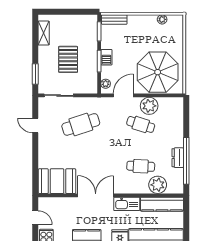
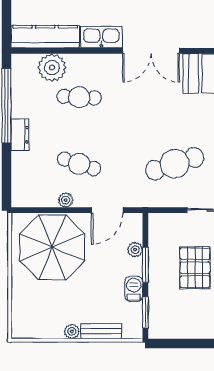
plant: (162, 19) -> (72, 331), moved
bench: (114, 20) -> (101, 331), moved
barbecue: (106, 57) -> (134, 289), moved
plant: (106, 84) -> (135, 250), moved
plant: (149, 106) -> (66, 200), width x0.53, depth x0.53
dresser: (178, 158) -> (20, 135), moved

